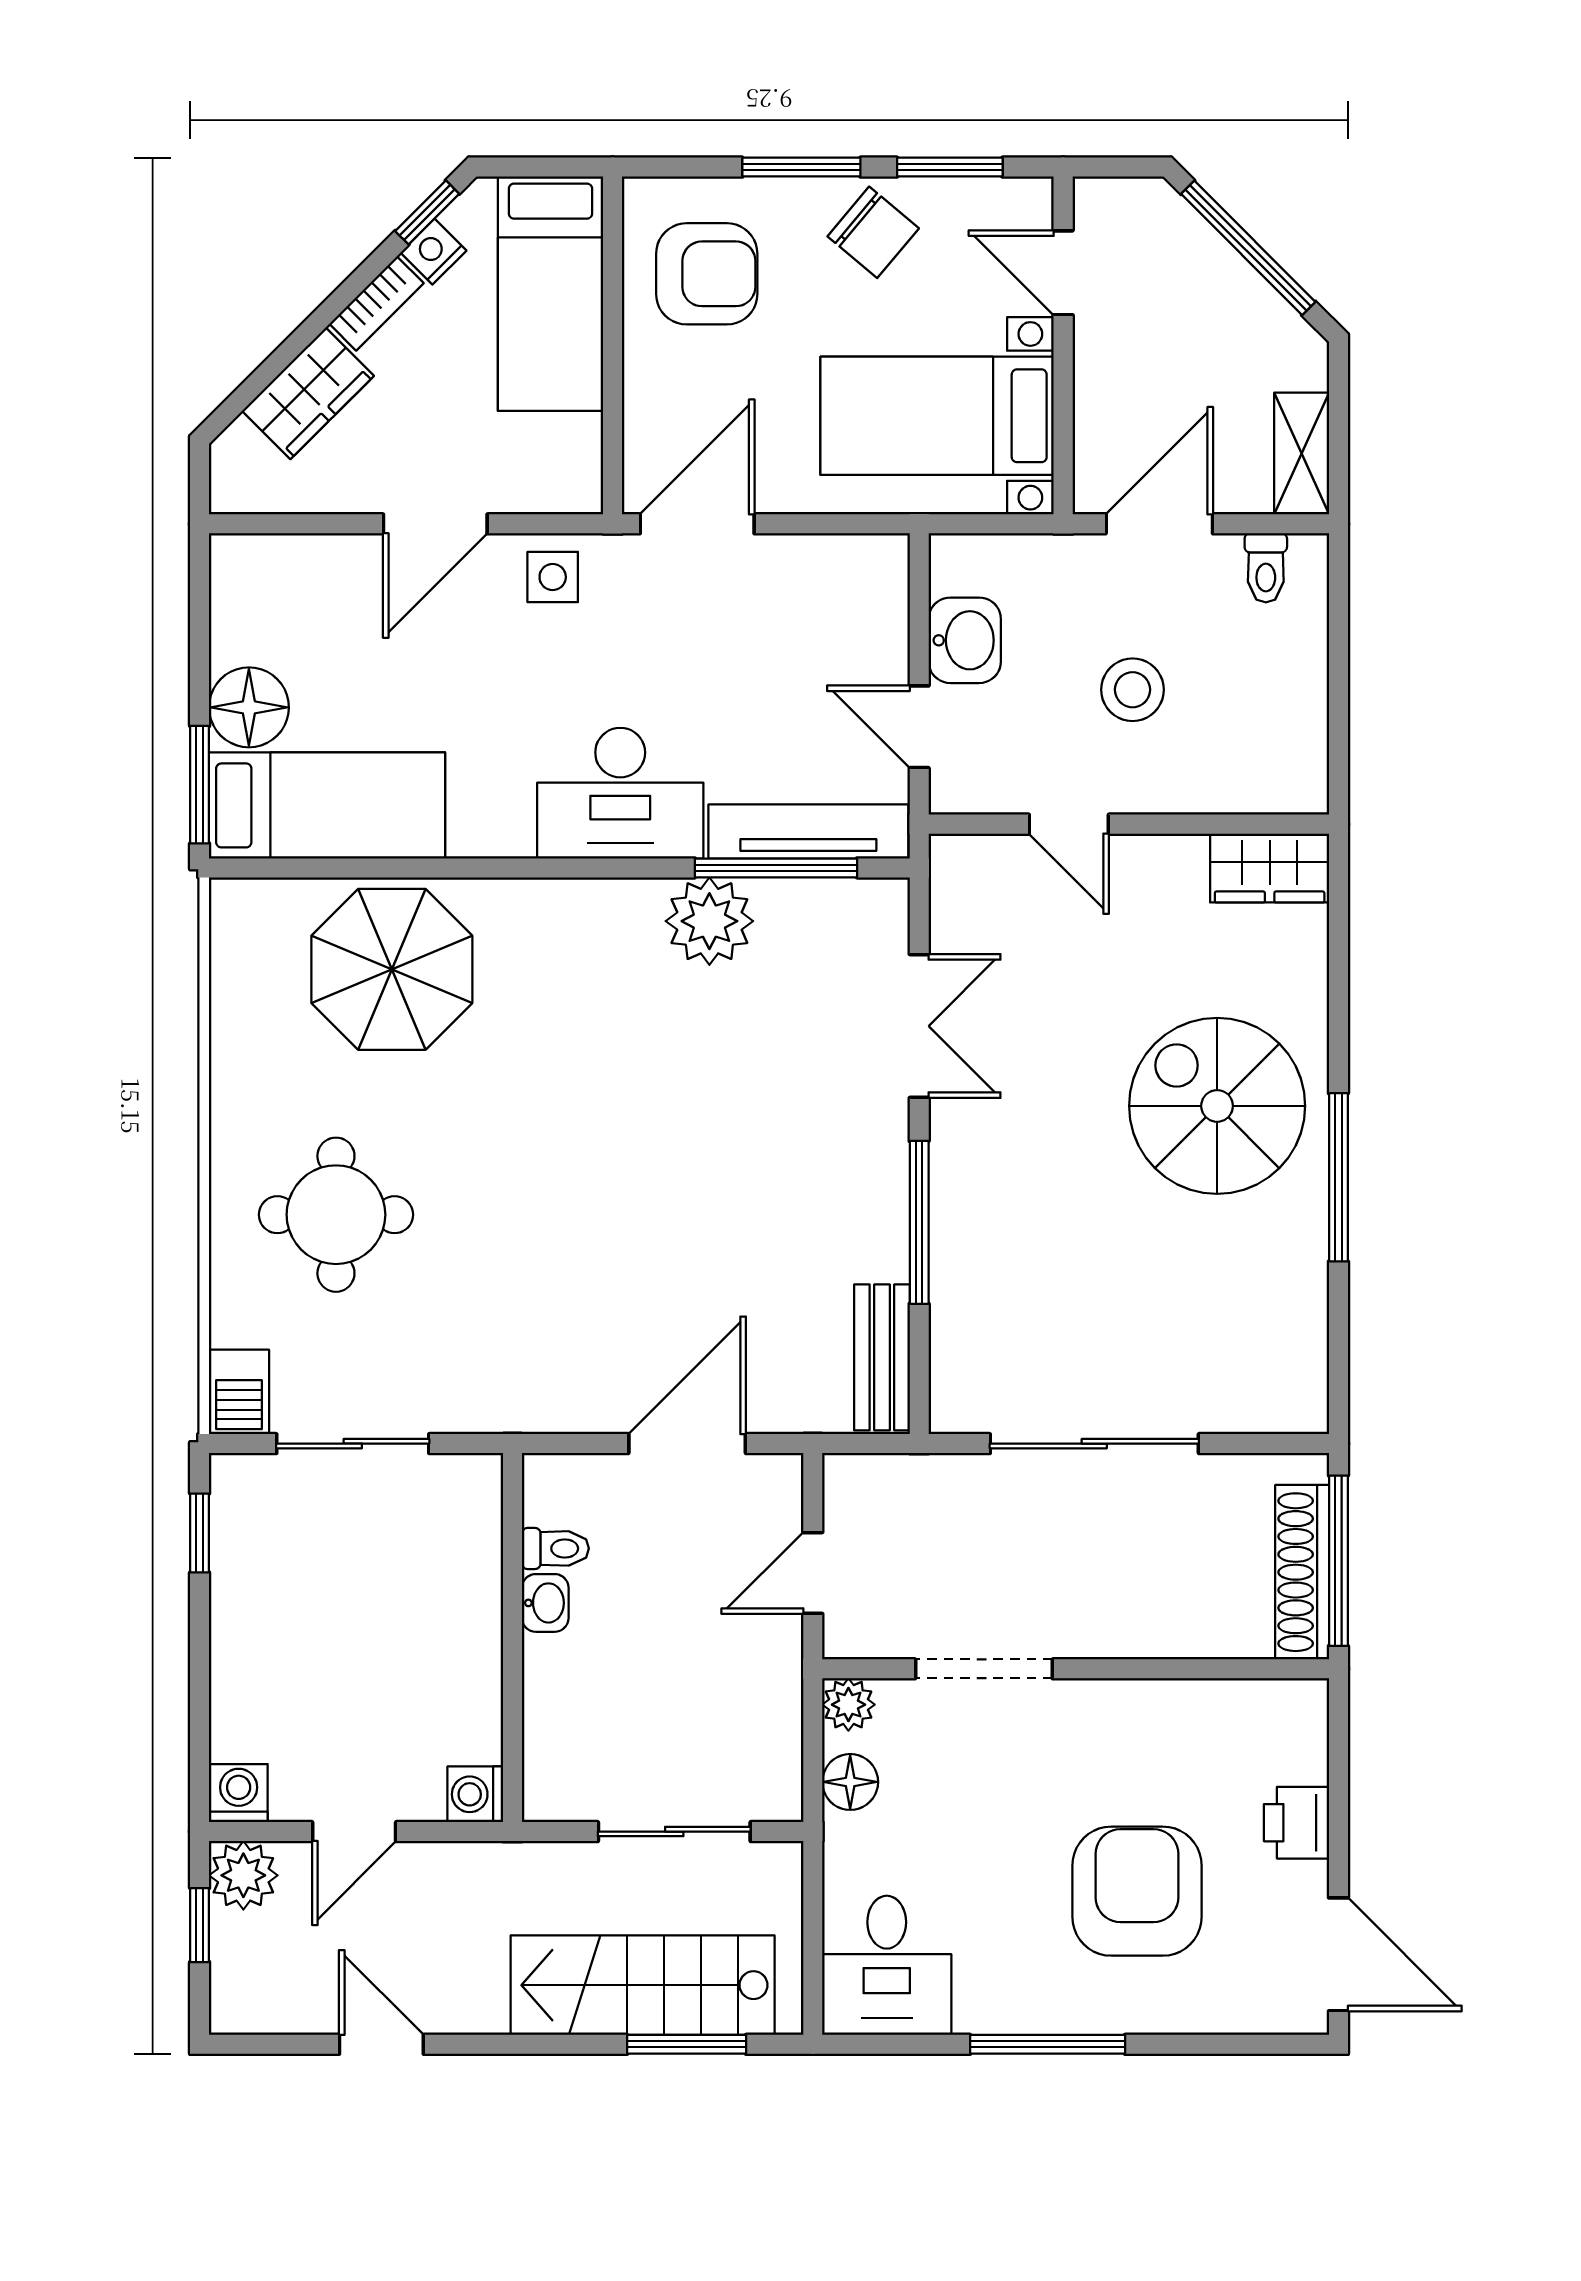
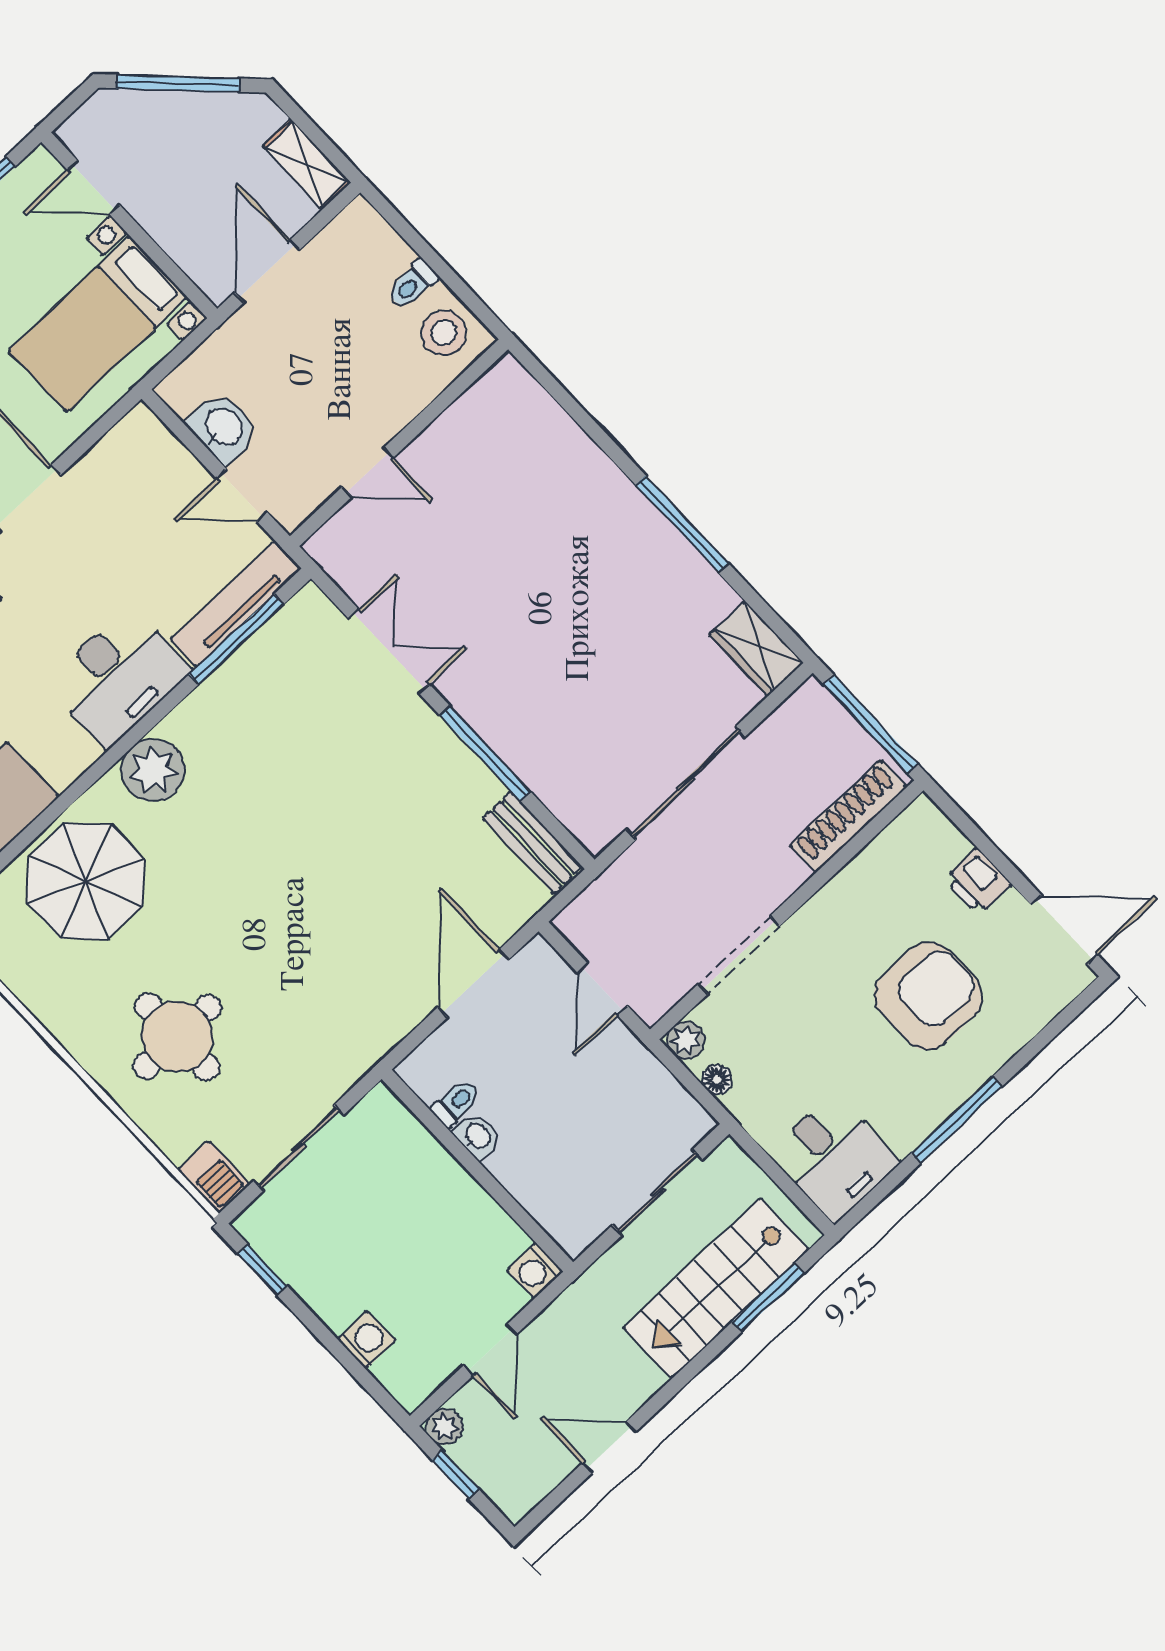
toilet: (1266, 568) -> (413, 284), moved, turned 90
stool: (1133, 690) -> (444, 333), moved
wardrobe: (1270, 868) -> (756, 649), moved, turned 90
plant: (709, 921) -> (153, 770), moved
spiral stairs: (1217, 1106) -> (584, 546), removed
shoe rack: (1302, 1572) -> (848, 816), moved, turned 90
floor lamp: (850, 1782) -> (717, 1080), width x0.73, depth x0.73
washing machine: (239, 1793) -> (367, 1340), moved, turned 90
plant: (243, 1875) -> (444, 1427), width x0.73, depth x0.73
armchair: (1137, 1891) -> (928, 996), turned 90

